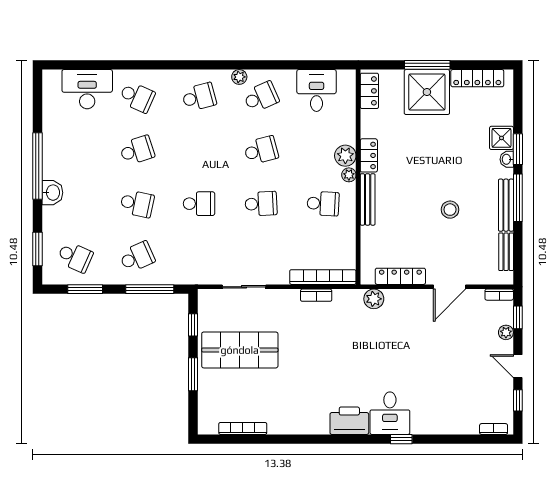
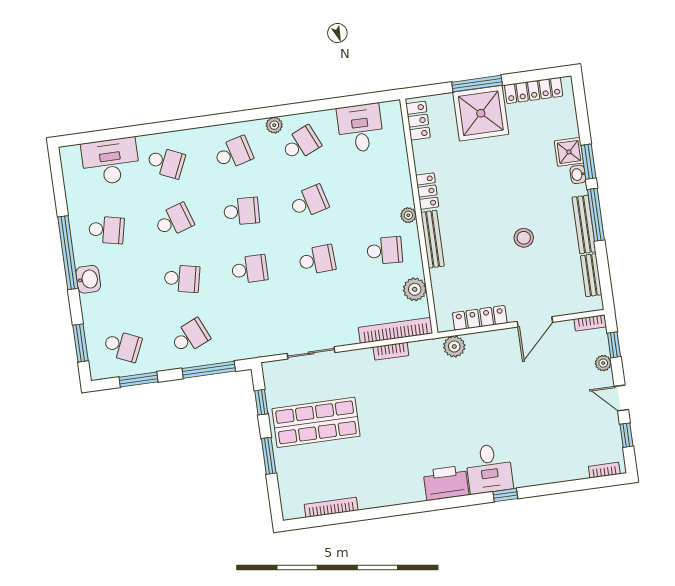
school desk: (75, 150) -> (106, 230), added
school desk: (199, 150) -> (241, 211), added
plant: (345, 156) -> (415, 289), moved

